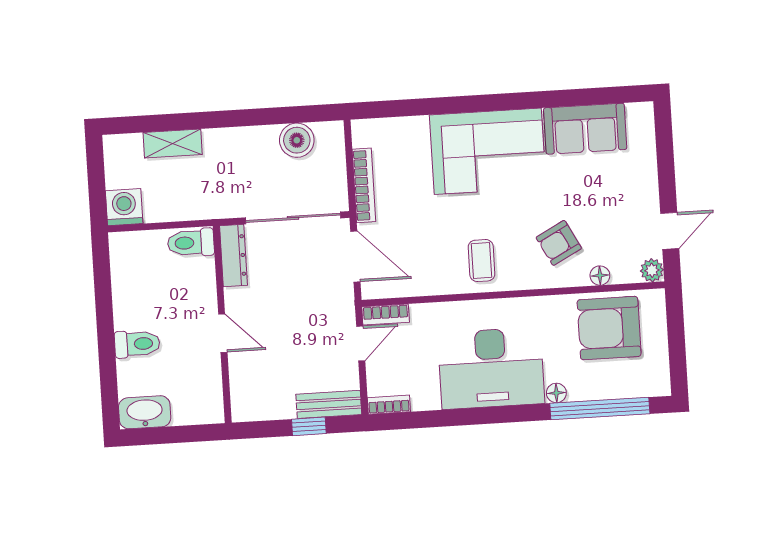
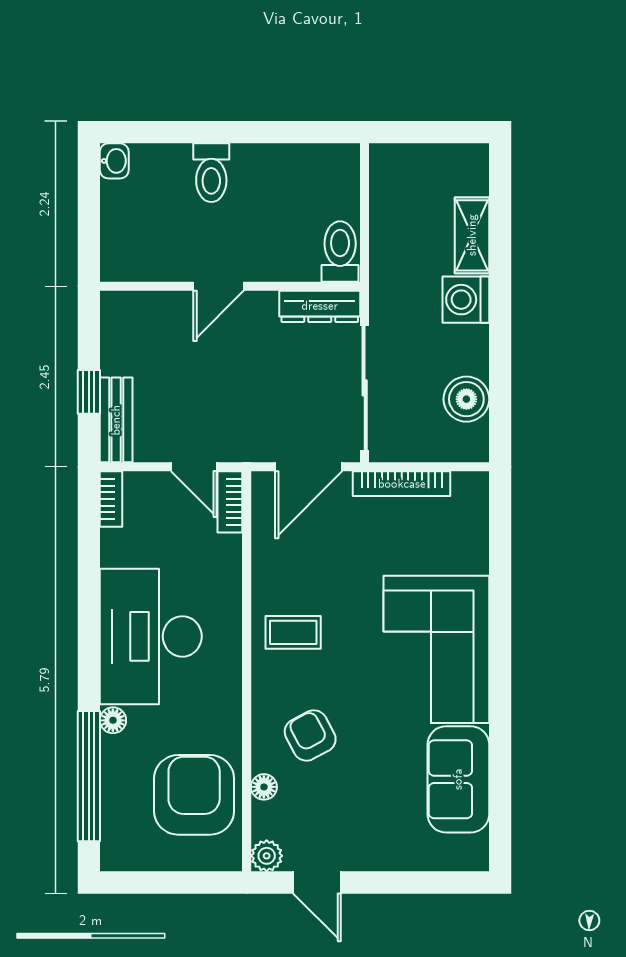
washing machine: (124, 207) -> (466, 300), moved, turned 180
washbasin: (145, 412) -> (114, 161), width x0.52, depth x0.69

